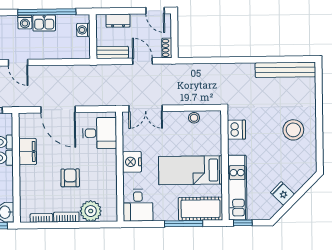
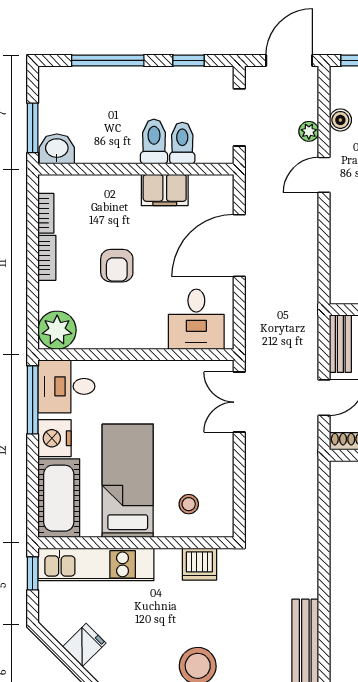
stool: (194, 118) -> (189, 504), moved
nightstand: (132, 162) -> (54, 438), moved, turned -90
armchair: (70, 178) -> (117, 266), turned 90
plant: (91, 211) -> (57, 330), moved
window: (184, 224) -> (33, 400), moved

